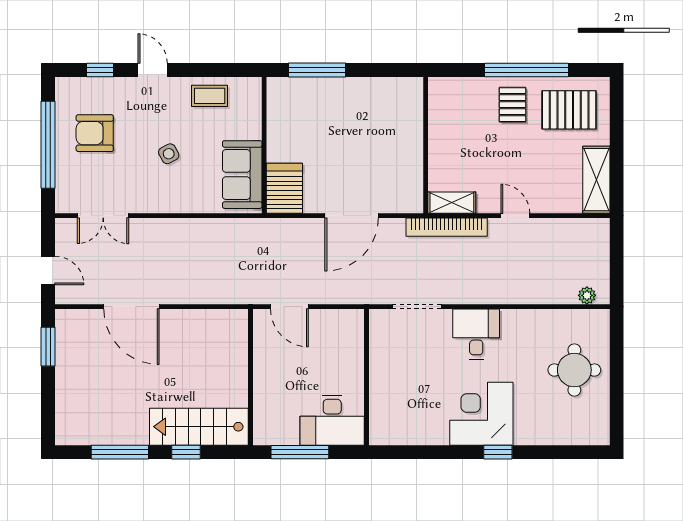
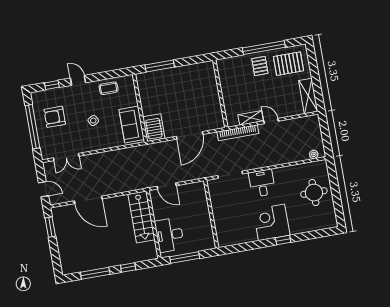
shelving: (452, 203) -> (251, 118), moved
desk: (332, 420) -> (169, 235), moved, turned 90
stairs: (199, 427) -> (141, 217), moved, turned -90

